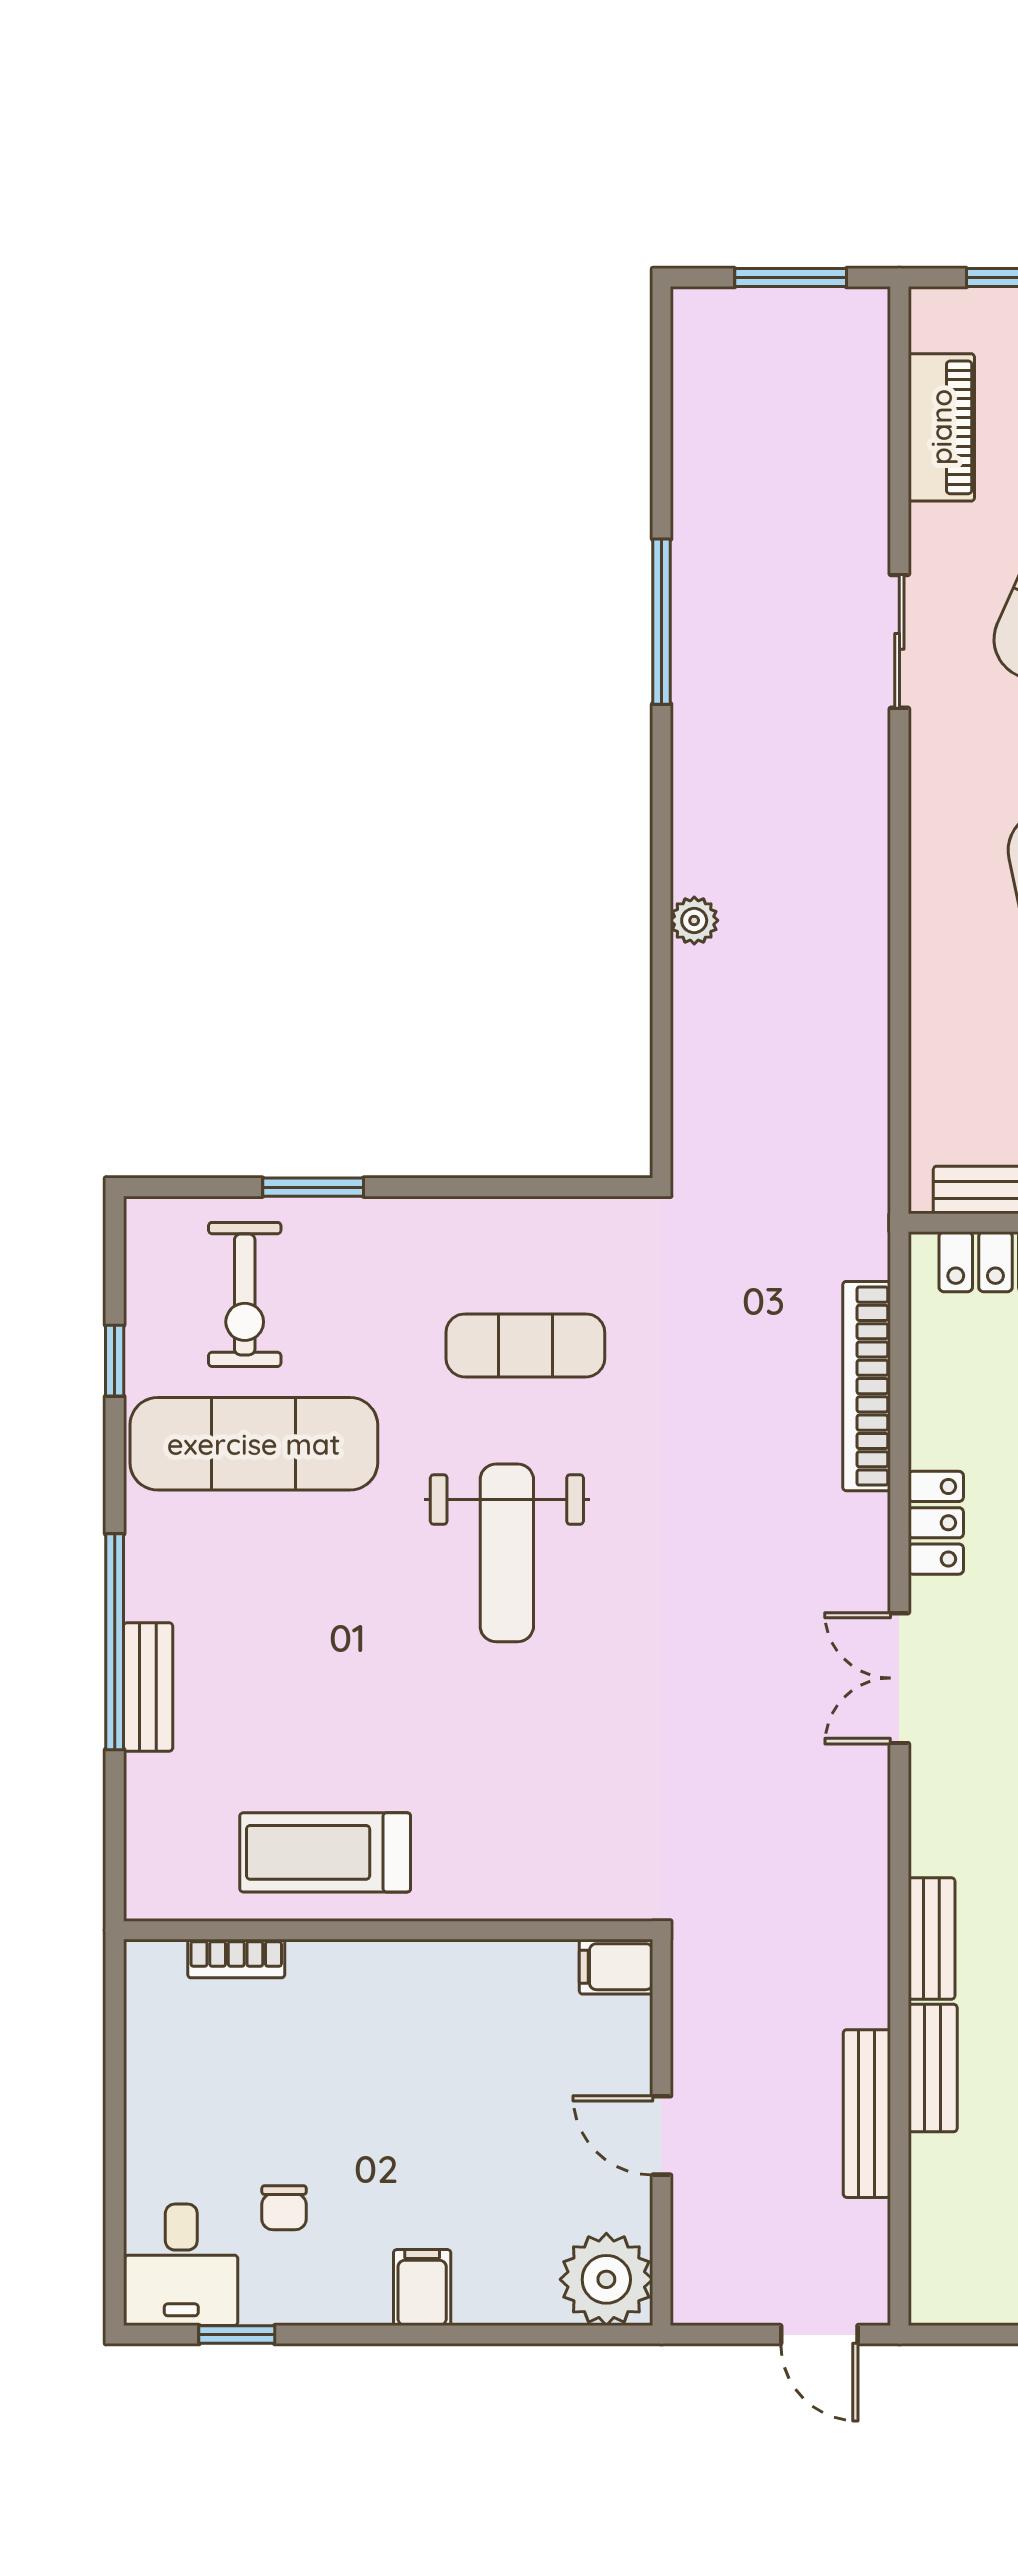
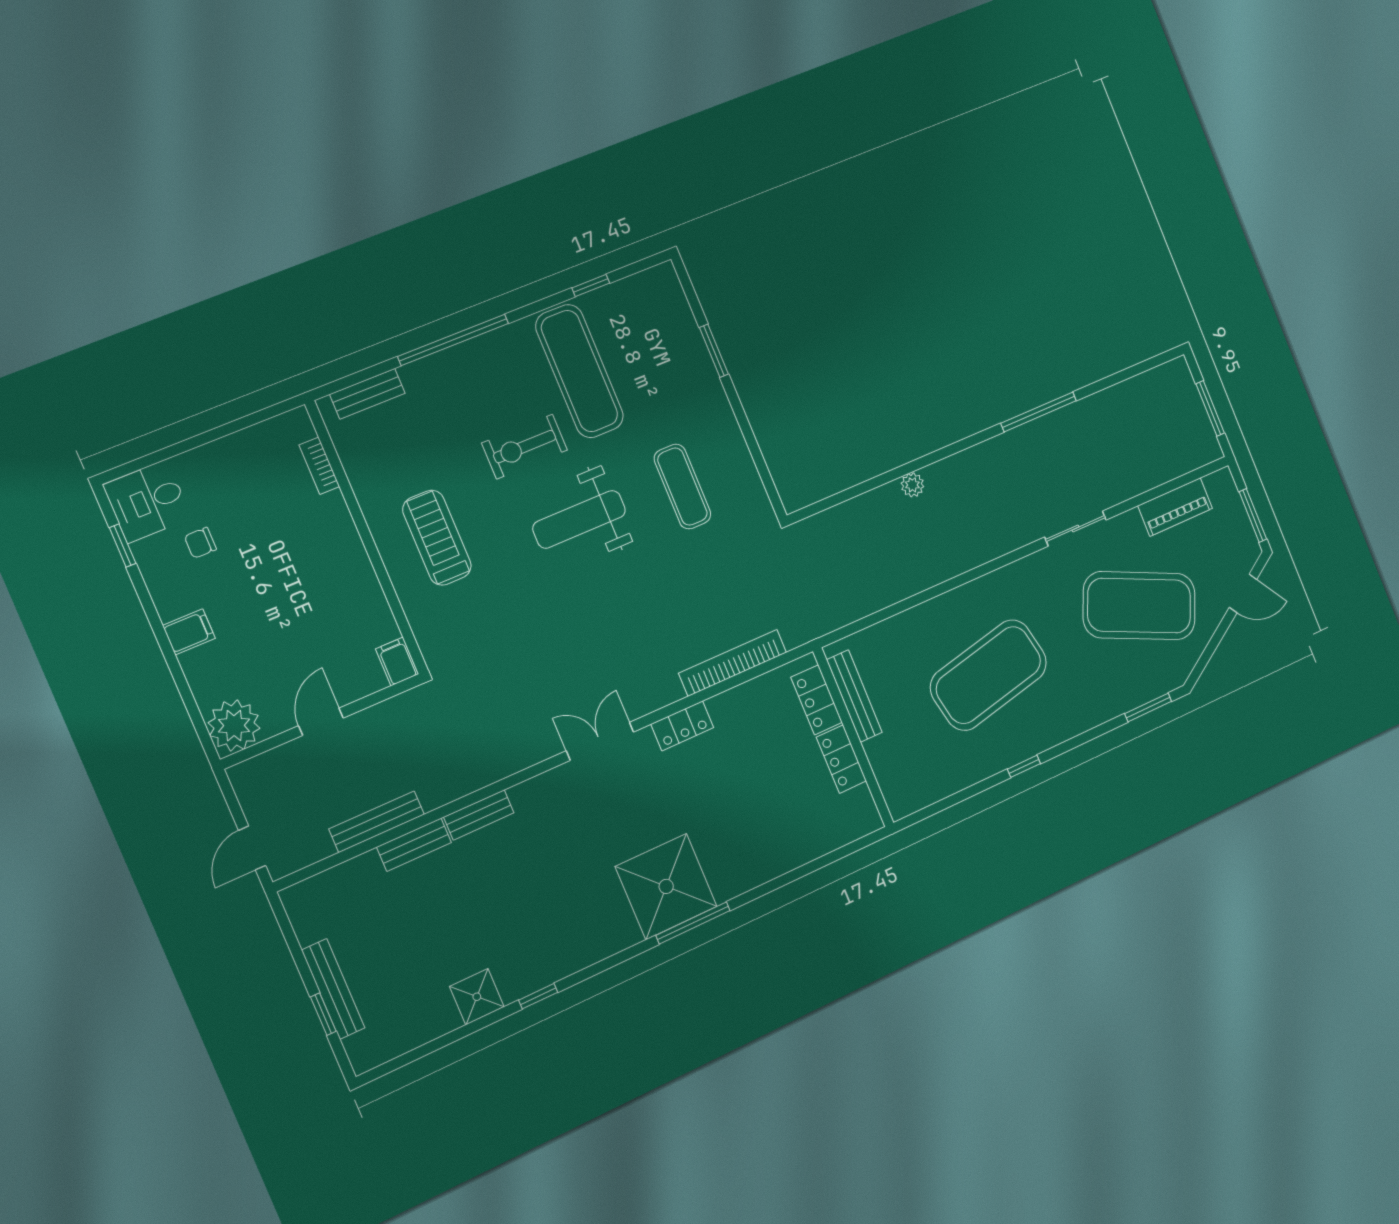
exercise bike: (245, 1294) -> (525, 447), moved
bench: (148, 1687) -> (367, 394), moved
treadmill: (325, 1852) -> (437, 538), moved

